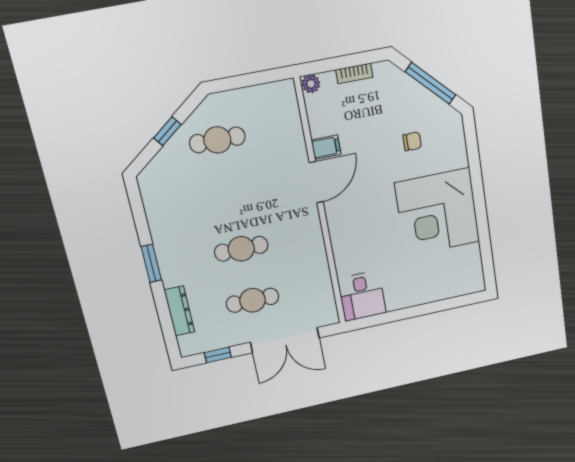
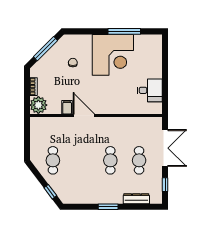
plant: (311, 84) -> (38, 105), width x1.88, depth x1.88
window: (167, 131) -> (50, 192), moved
window: (482, 224) -> (124, 31), added
desk: (362, 296) -> (150, 90), moved

